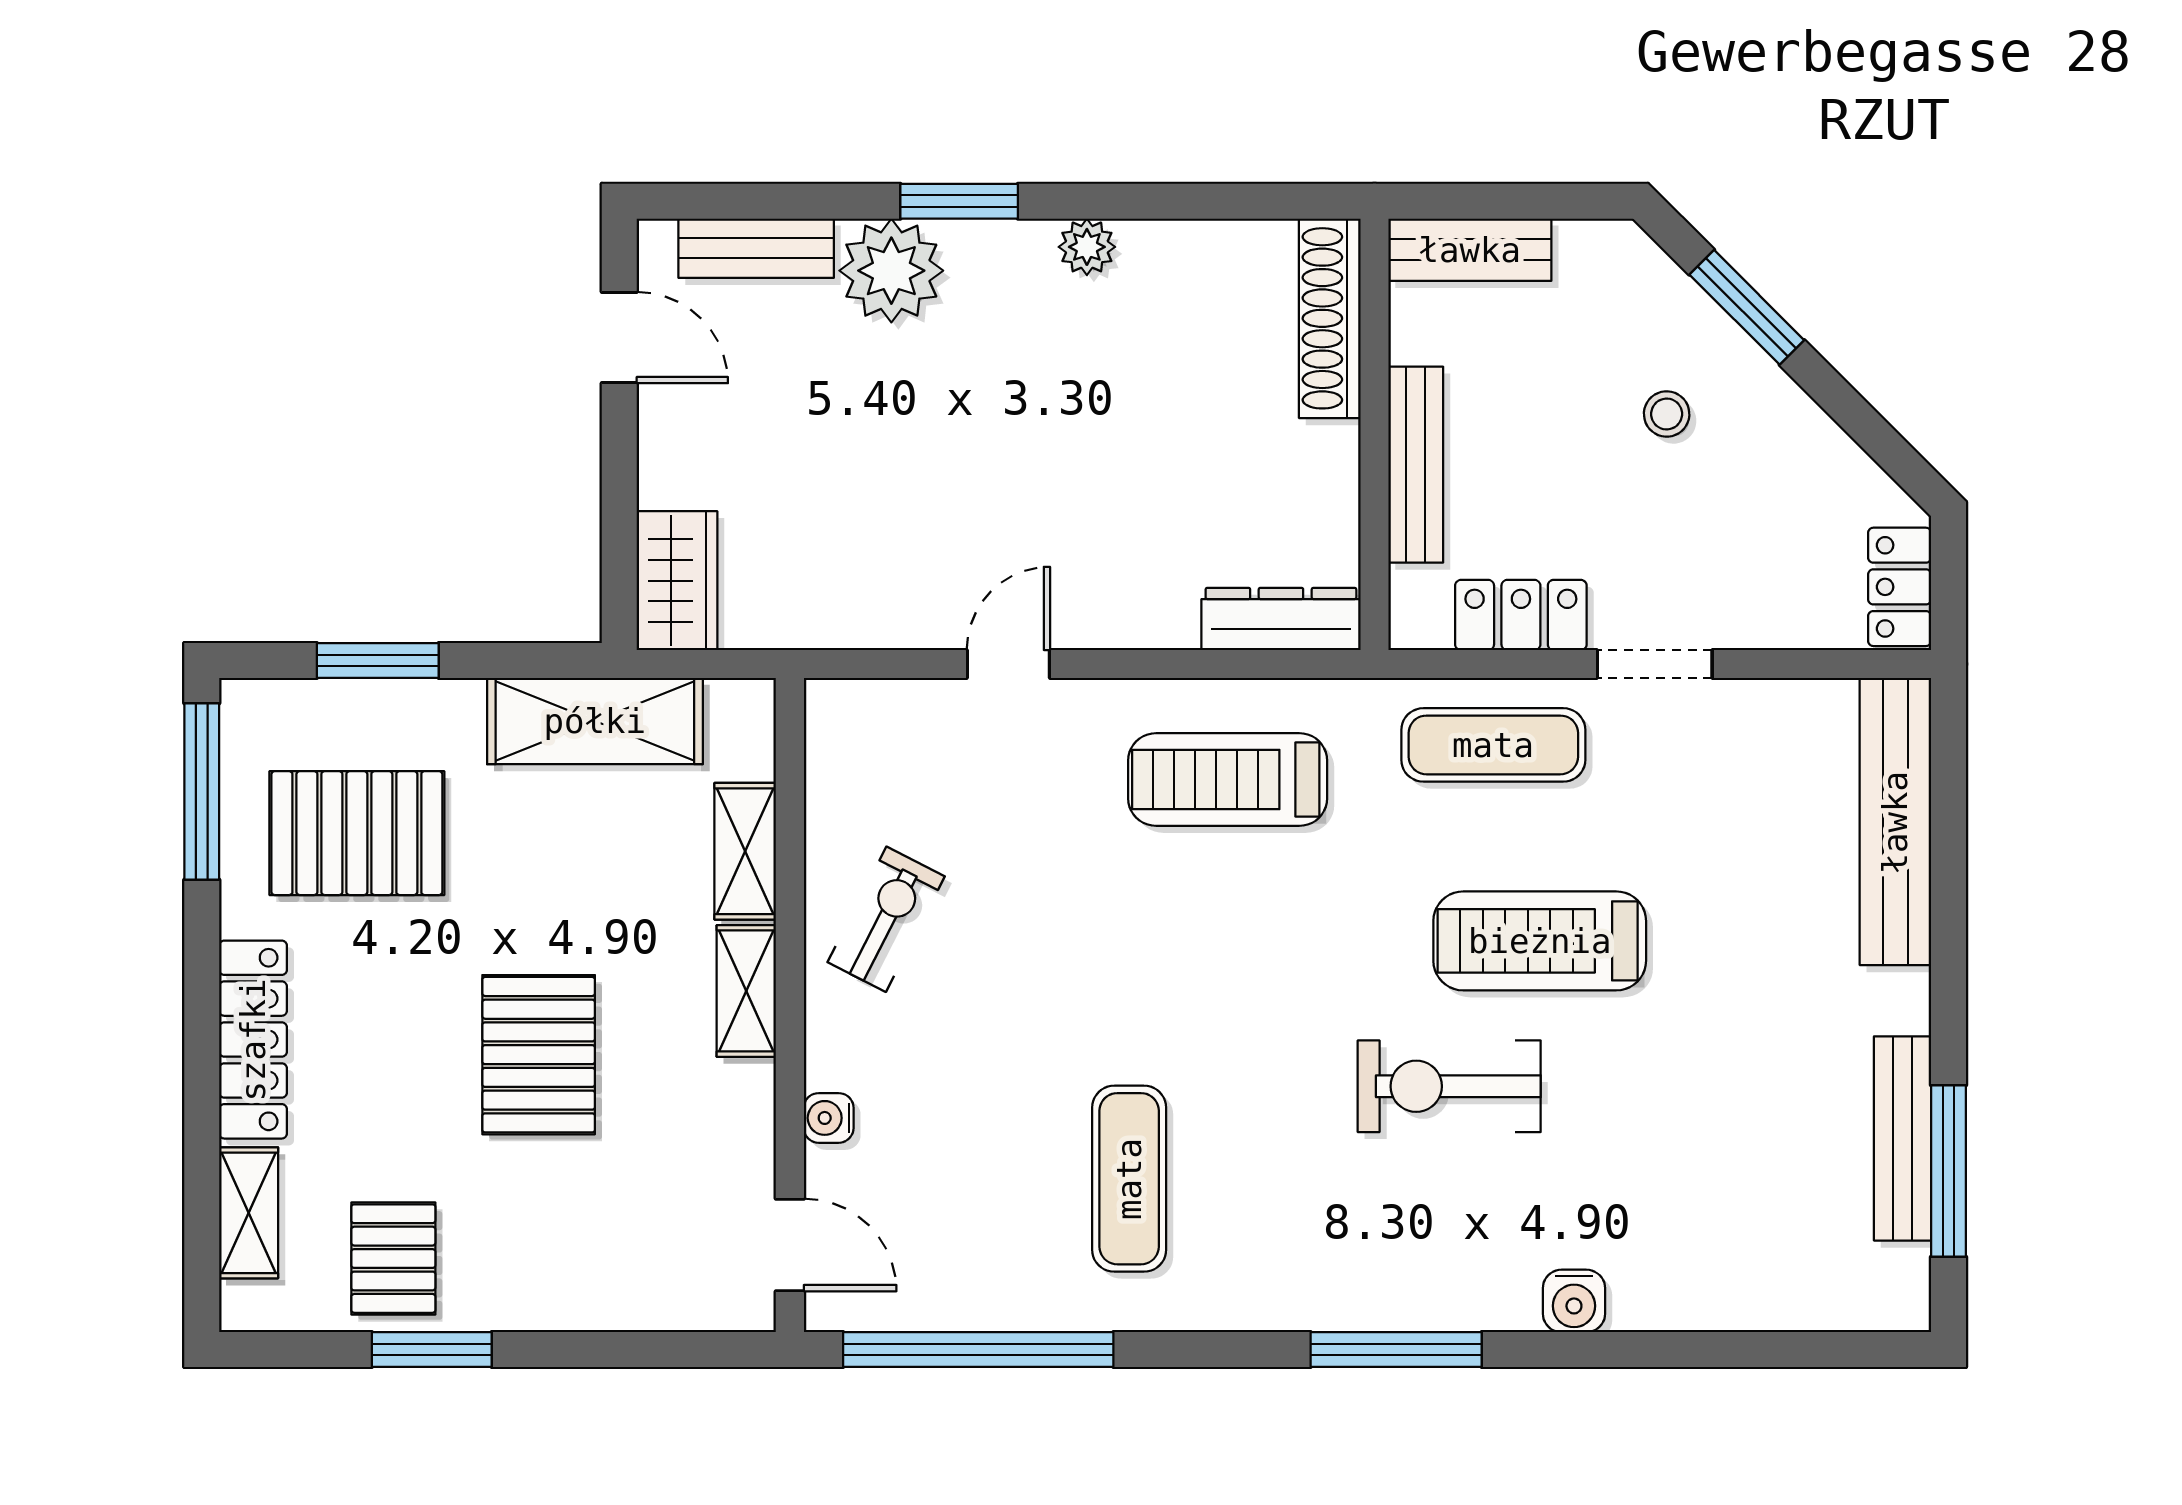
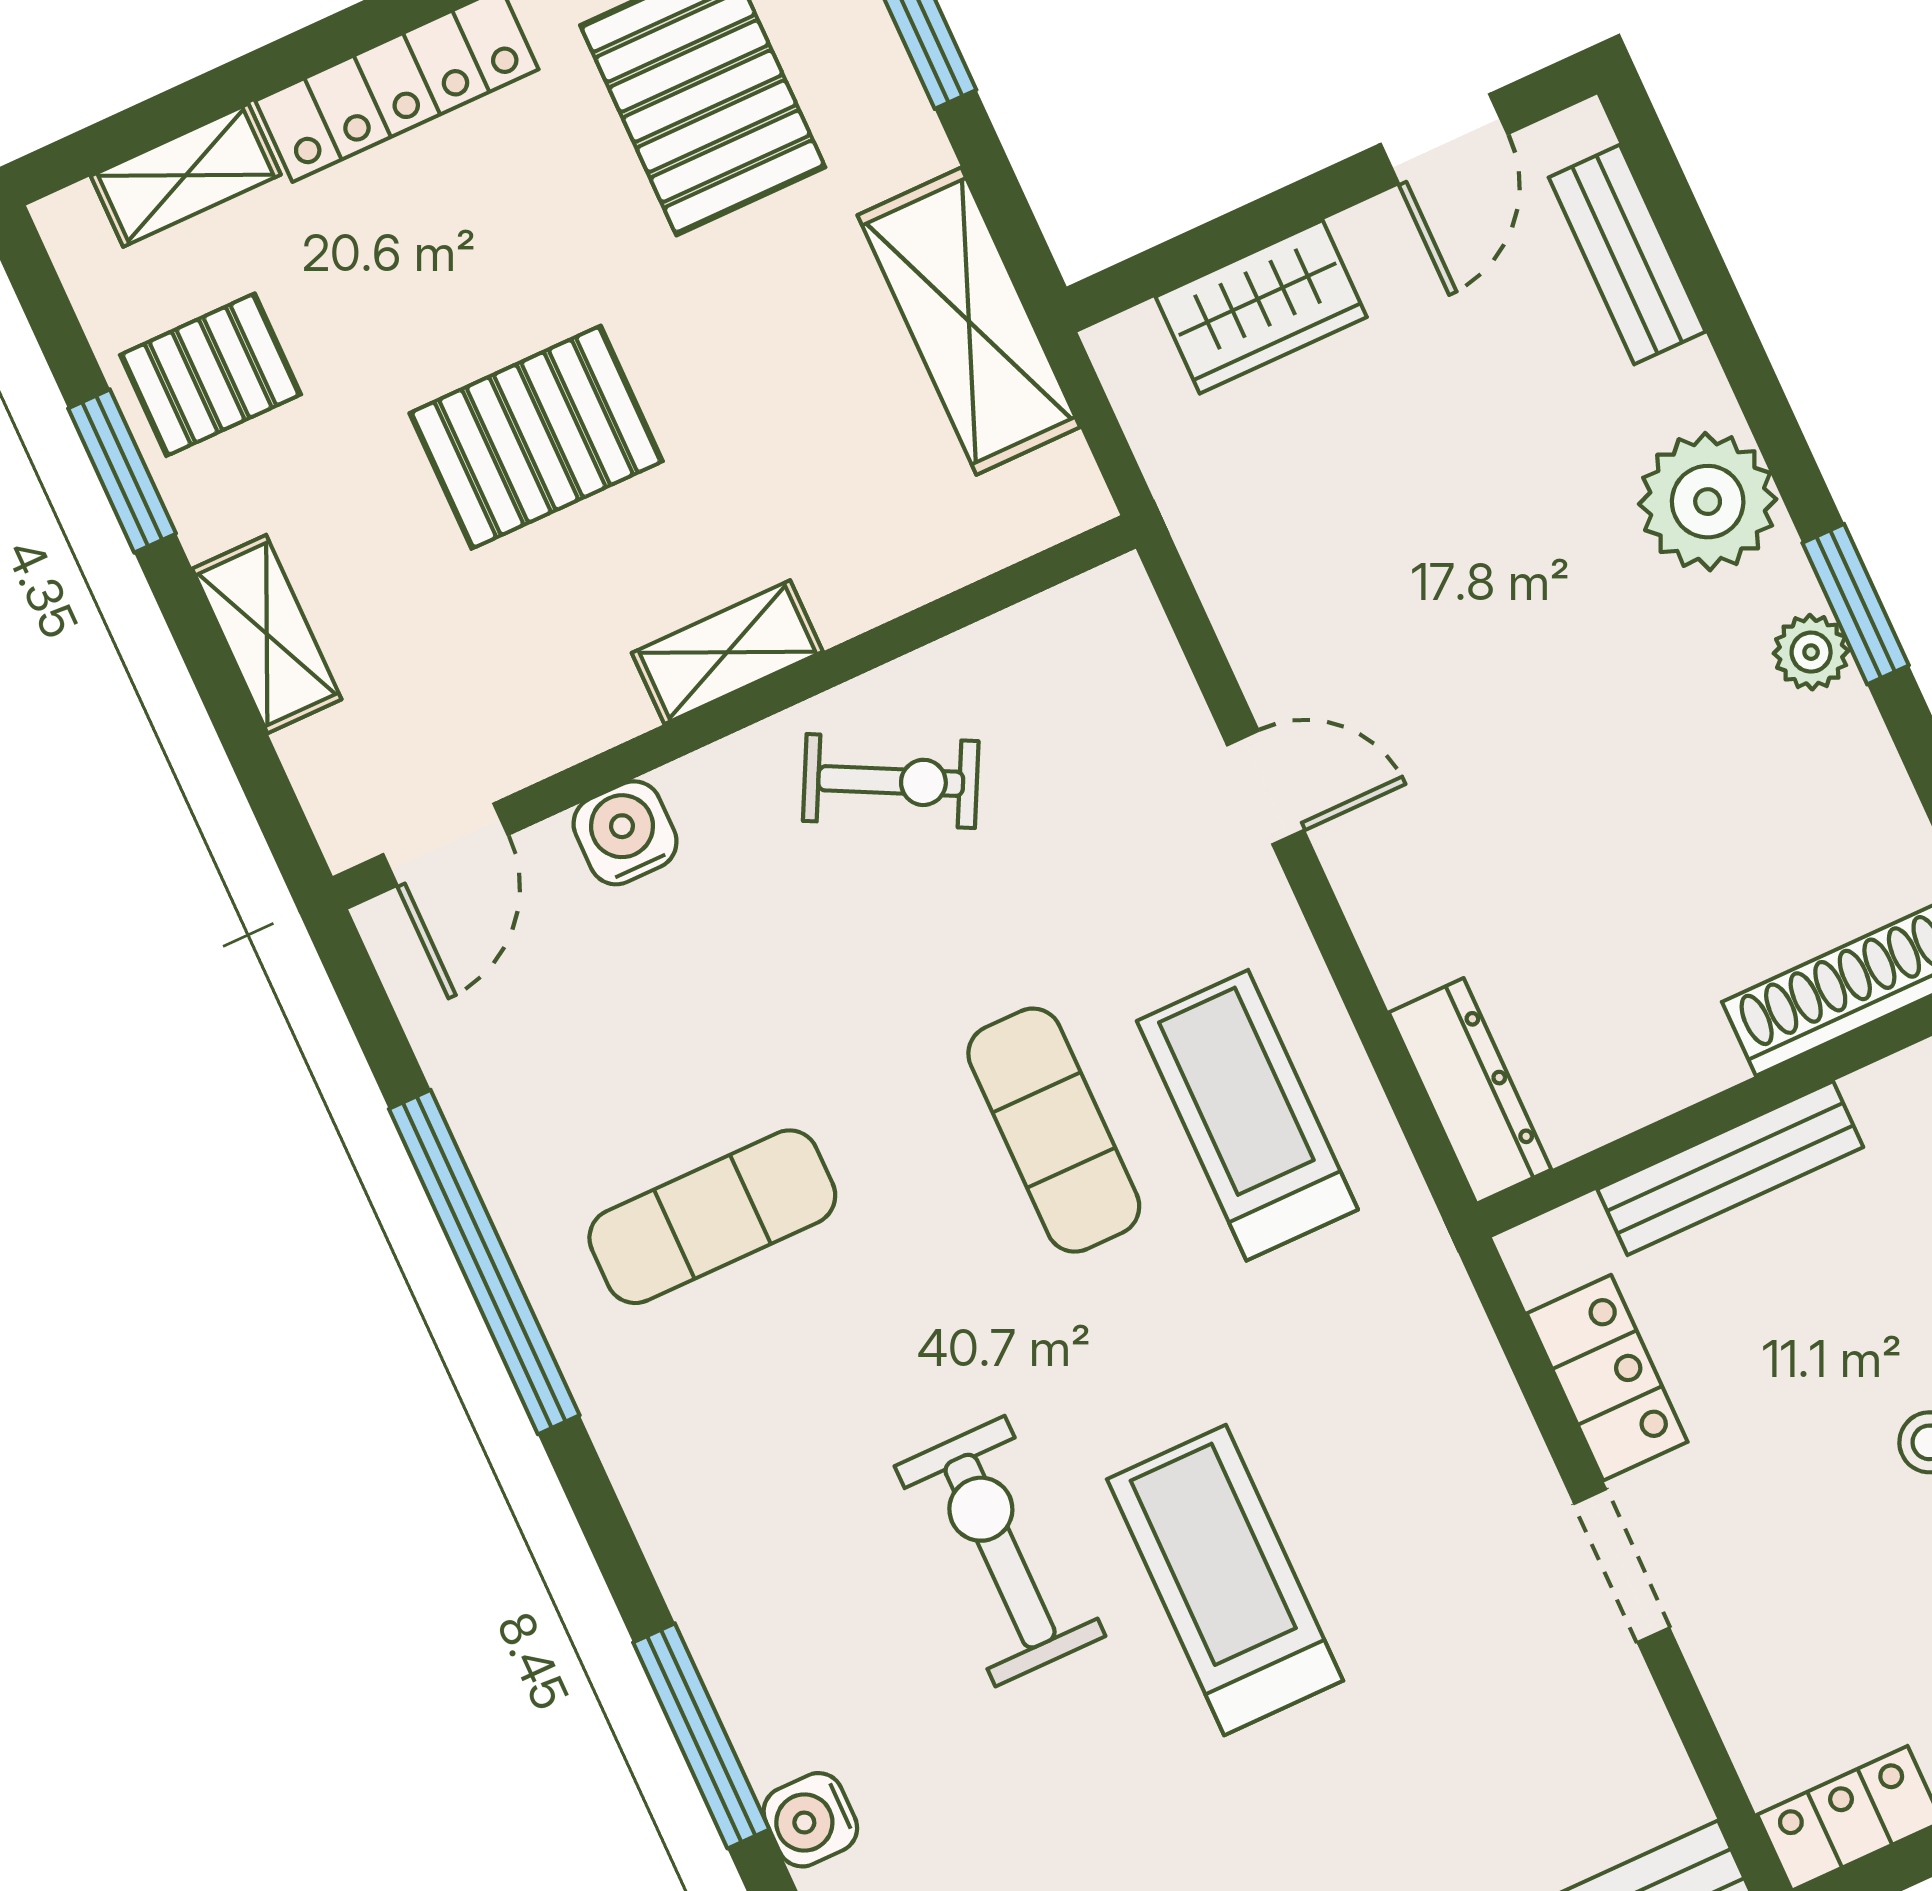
window: (959, 201) -> (1856, 604), moved
plant: (891, 271) -> (1708, 502), moved
wardrobe: (677, 581) -> (1261, 307), moved
exercise mat: (1493, 745) -> (1054, 1130), moved
shelving: (745, 851) -> (267, 634), moved, turned 90
water cooler: (829, 1118) -> (625, 833), width x1.38, depth x1.38
window: (978, 1350) -> (484, 1262), moved
window: (1396, 1350) -> (701, 1736), moved

